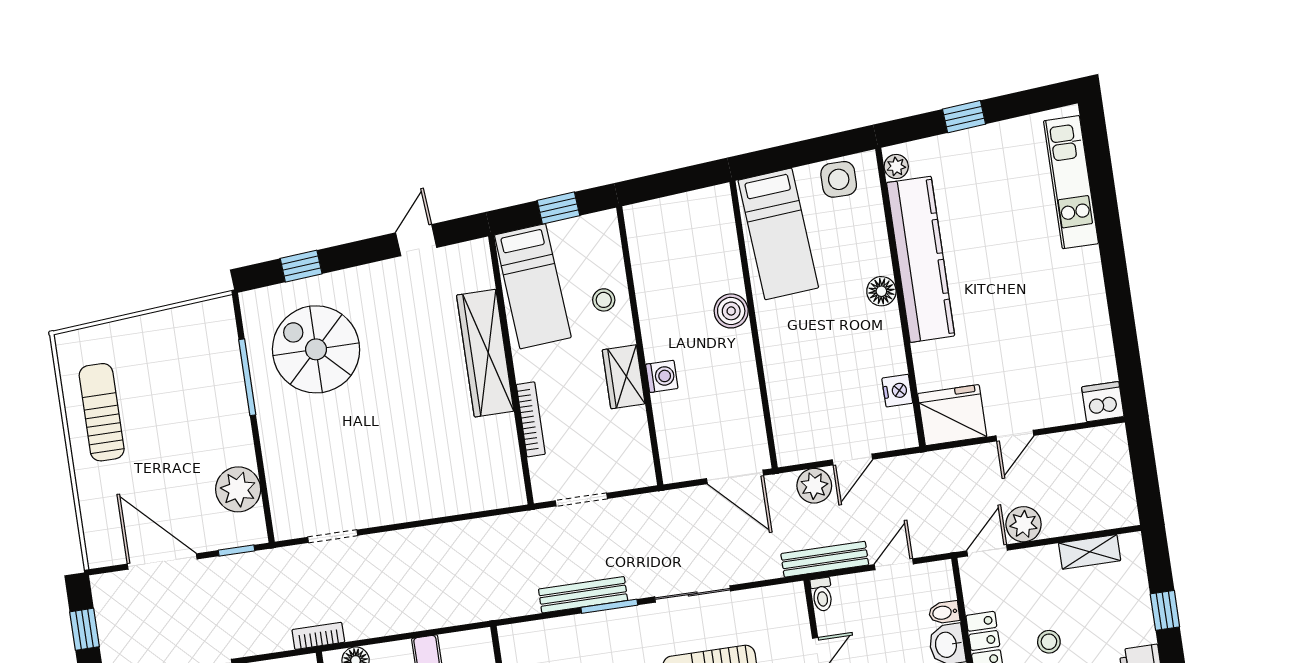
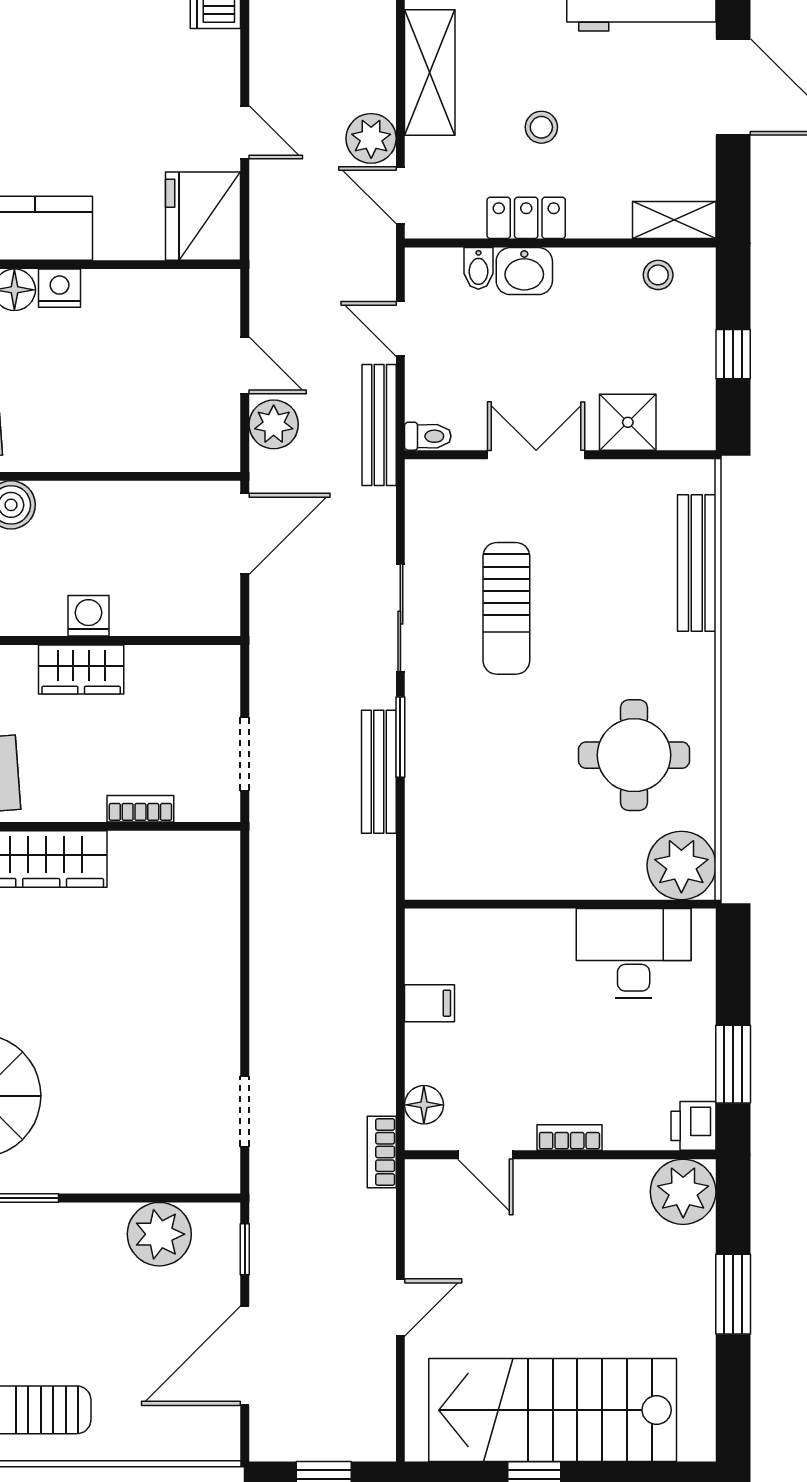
nightstand: (897, 391) -> (60, 288), moved
bookcase: (531, 419) -> (140, 809), width x0.64
shelving: (1090, 552) -> (430, 72), width x1.50, depth x1.33

